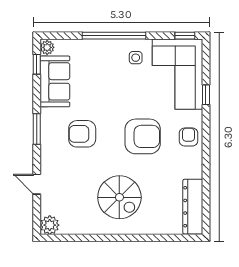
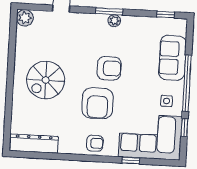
window: (185, 36) -> (184, 128), moved
plant: (47, 47) -> (114, 21), moved
sofa: (55, 81) -> (172, 58), moved, turned 90
armchair: (82, 134) -> (109, 68), moved, turned 90

